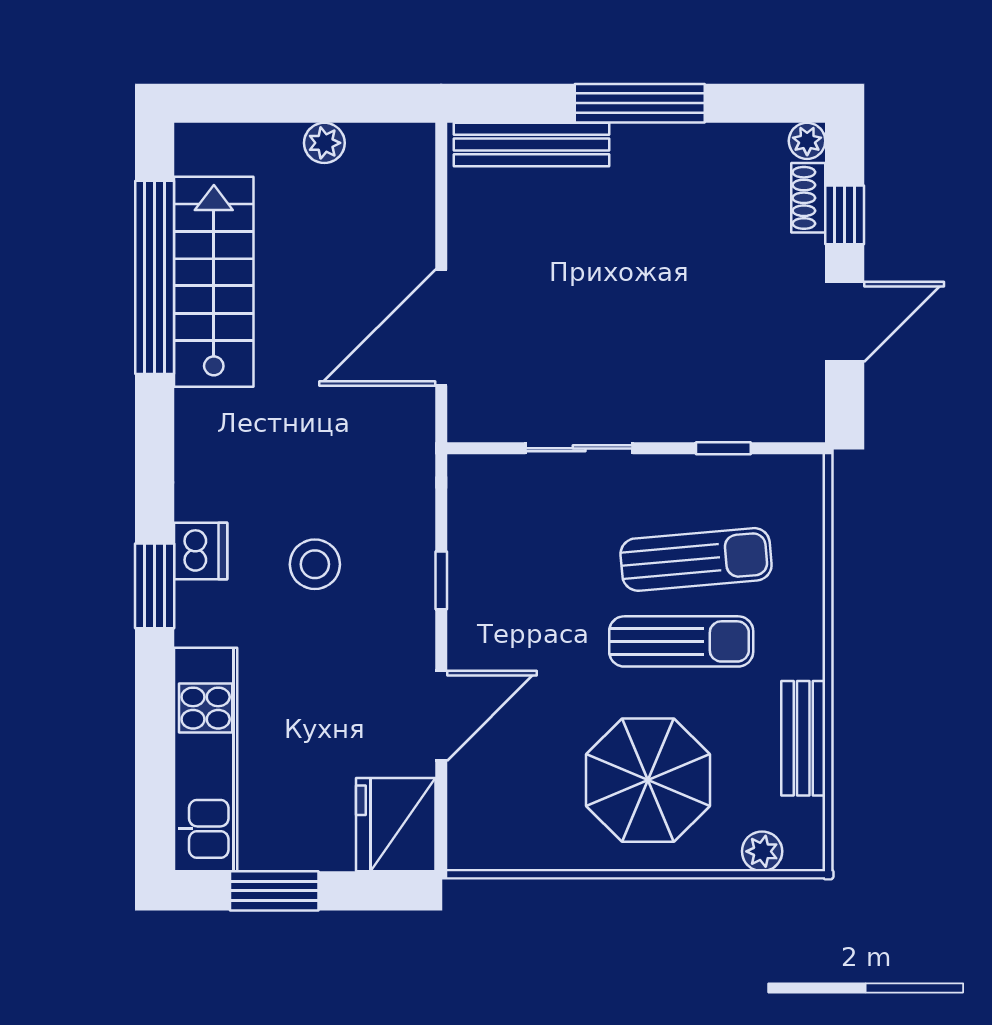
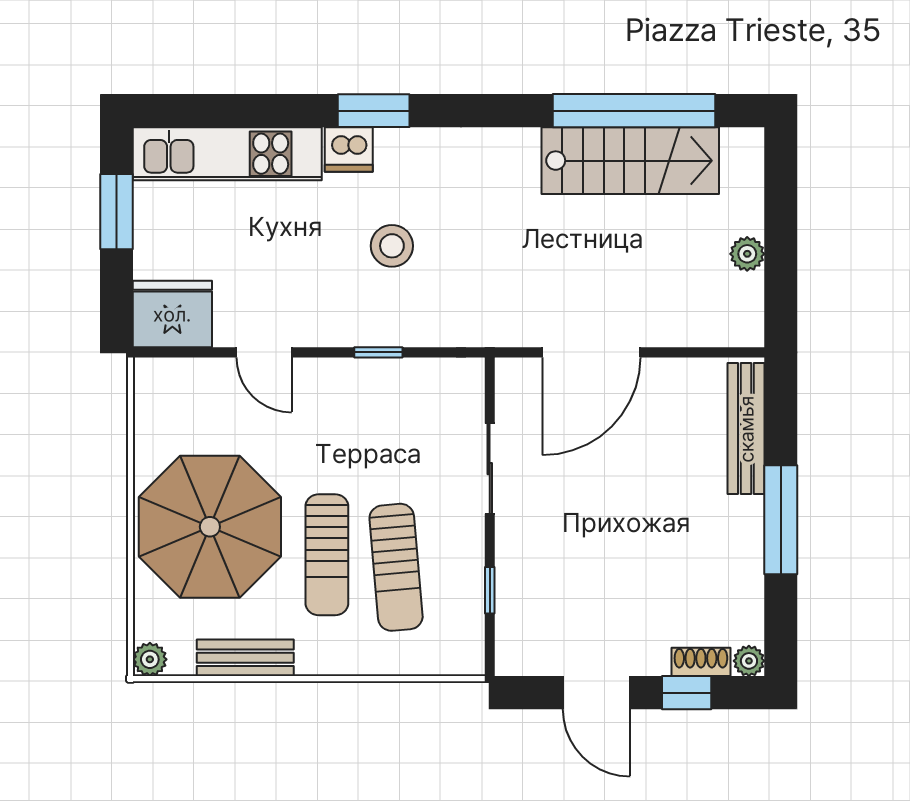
door: (441, 328) -> (591, 352), swing flipped
dishwasher: (201, 551) -> (349, 149), moved
door: (441, 716) -> (264, 352), width x0.73
parasol: (648, 780) -> (210, 527), width x1.36, depth x1.36
plant: (762, 851) -> (150, 659), moved

